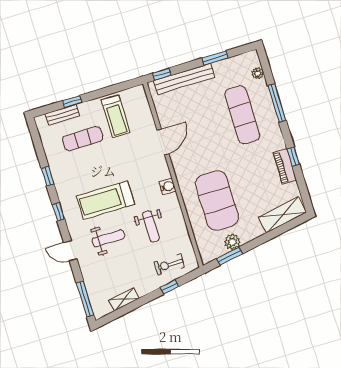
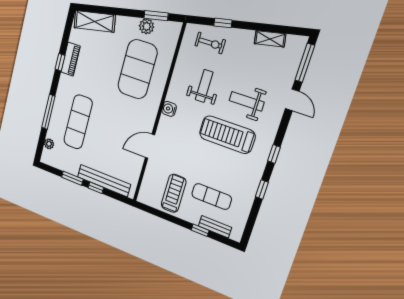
window: (162, 74) -> (96, 188), moved
treadmill: (105, 200) -> (227, 135), turned 180
door: (70, 251) -> (292, 100), moved

